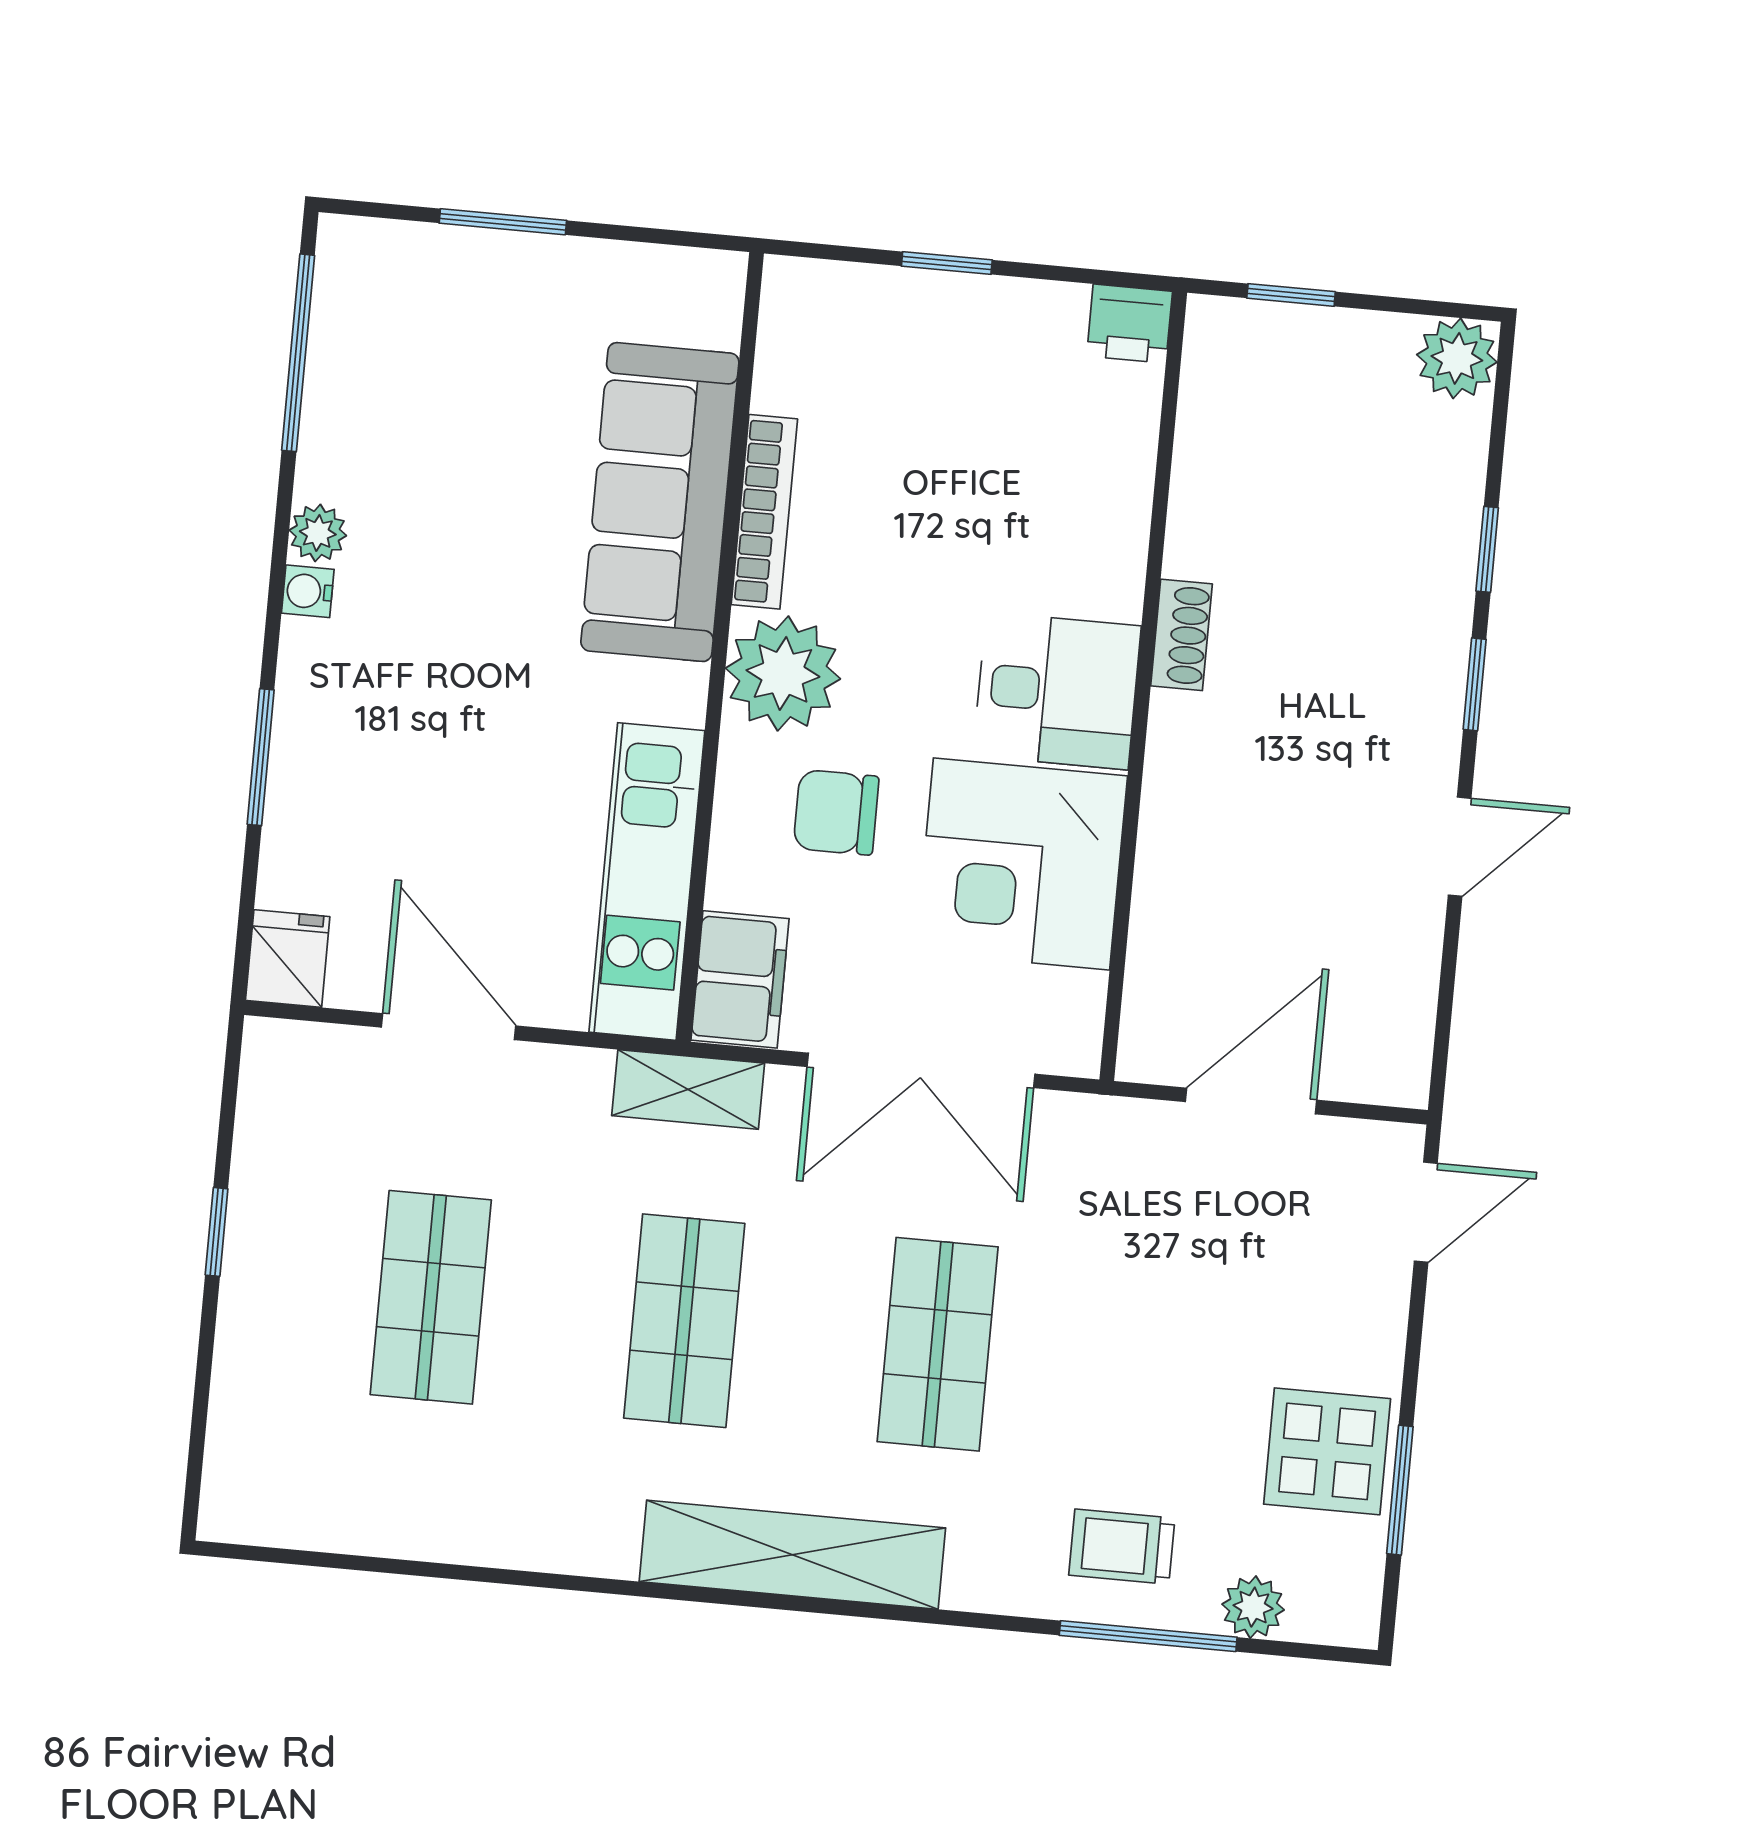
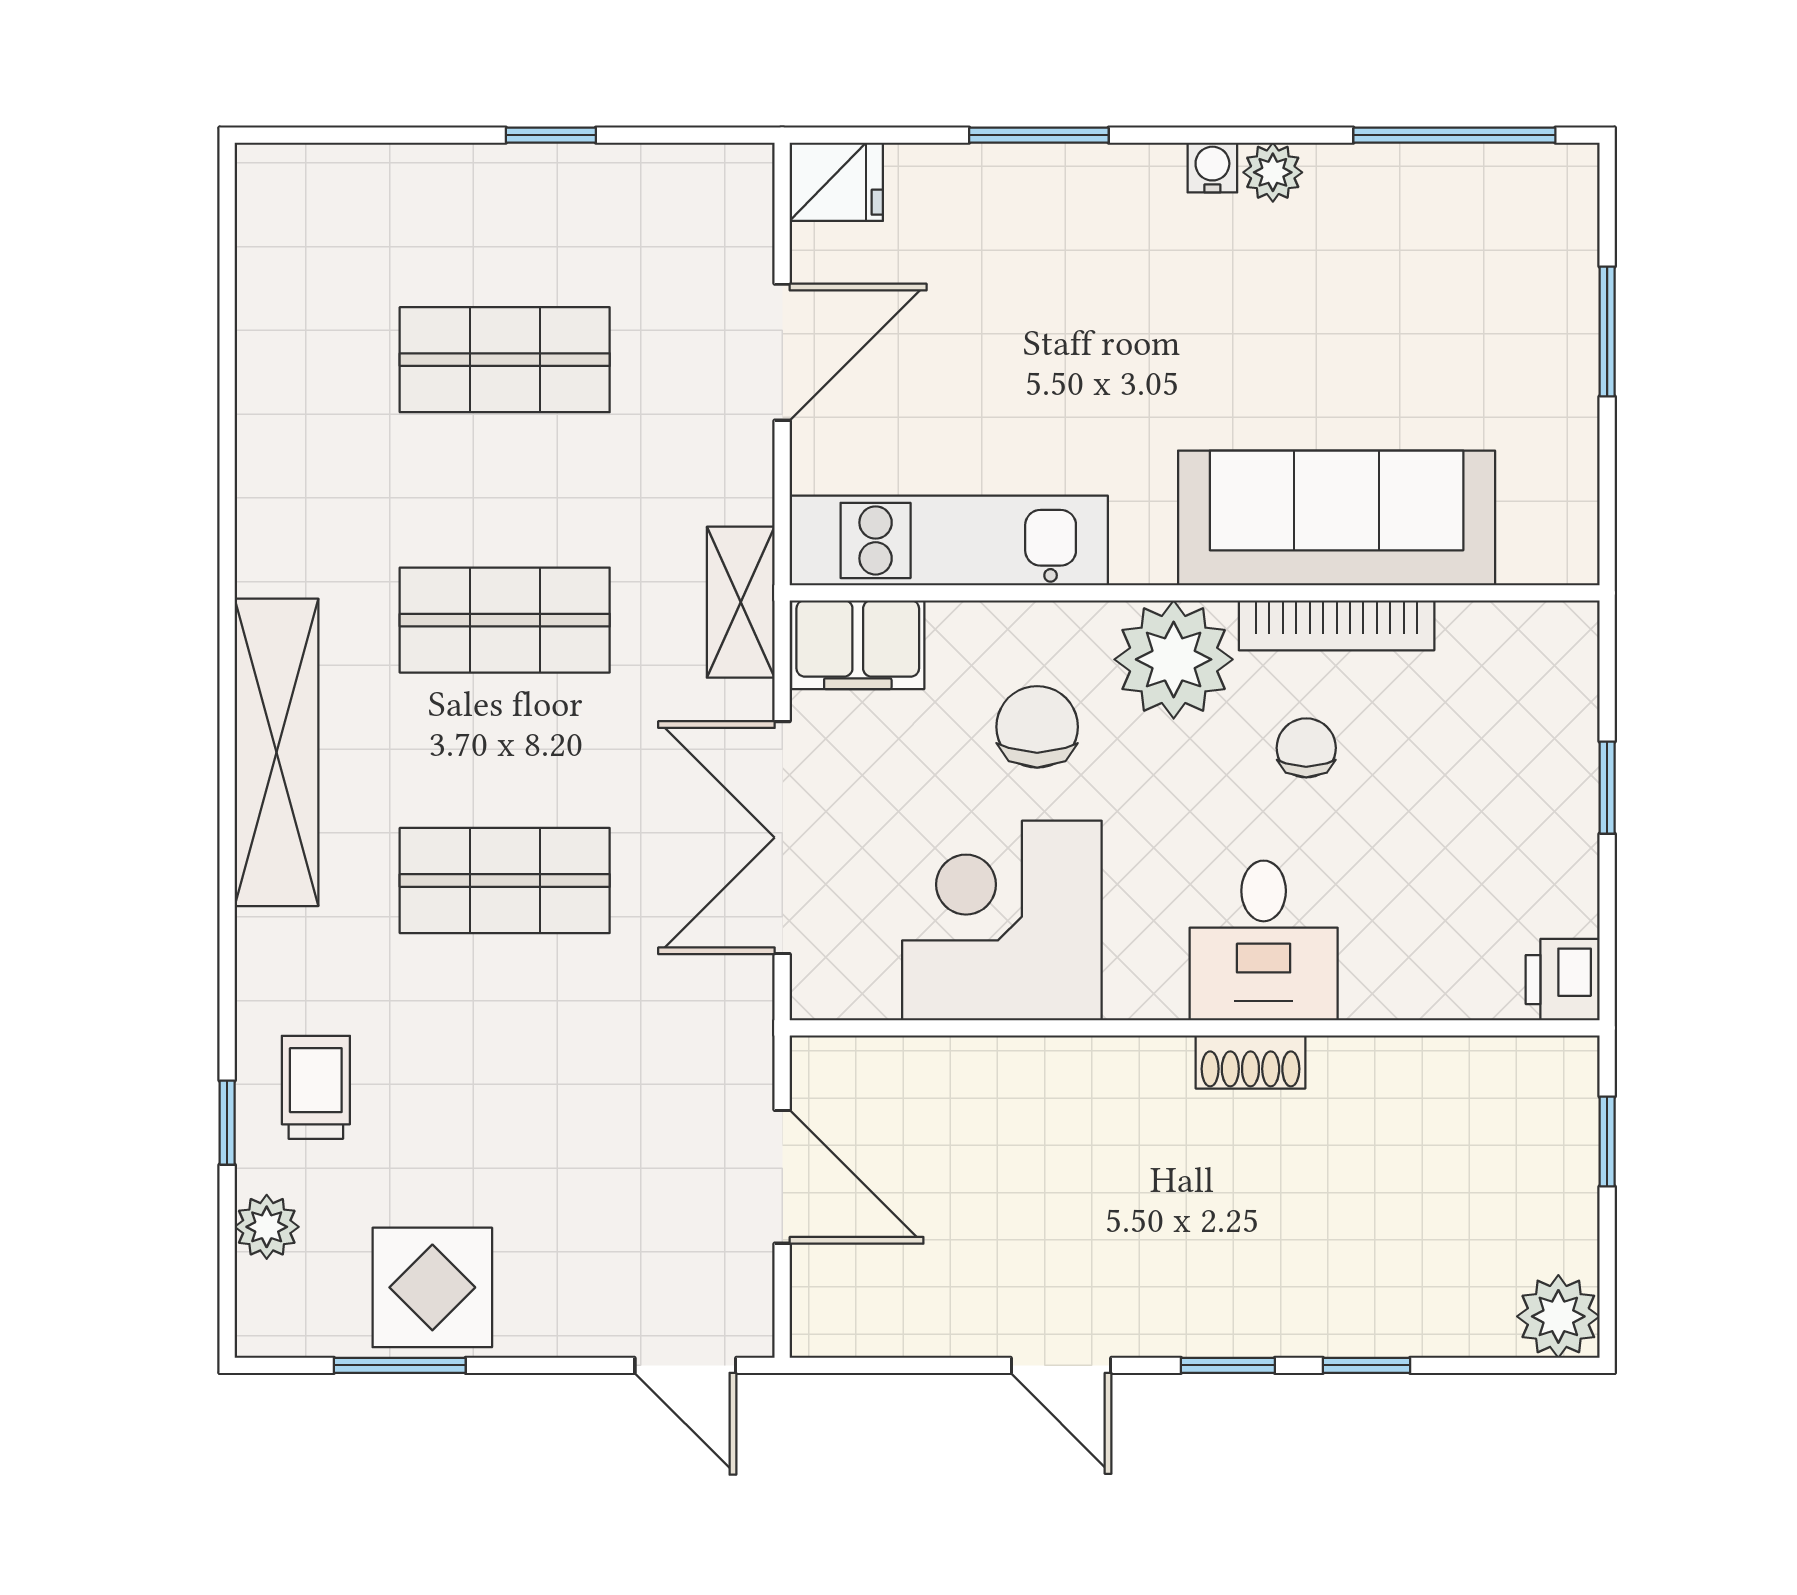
chair: (881, 552) -> (1306, 748), added
desk: (1057, 691) -> (1264, 940), moved
window: (1148, 1636) -> (227, 1123), width x0.46

